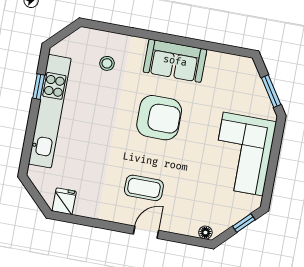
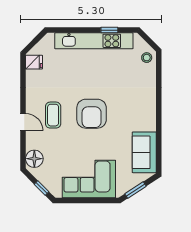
sofa: (175, 61) -> (144, 152), moved
stool: (107, 63) -> (147, 58), moved
armchair: (159, 118) -> (92, 114), moved
floor lamp: (205, 233) -> (34, 159), width x1.89, depth x1.89

